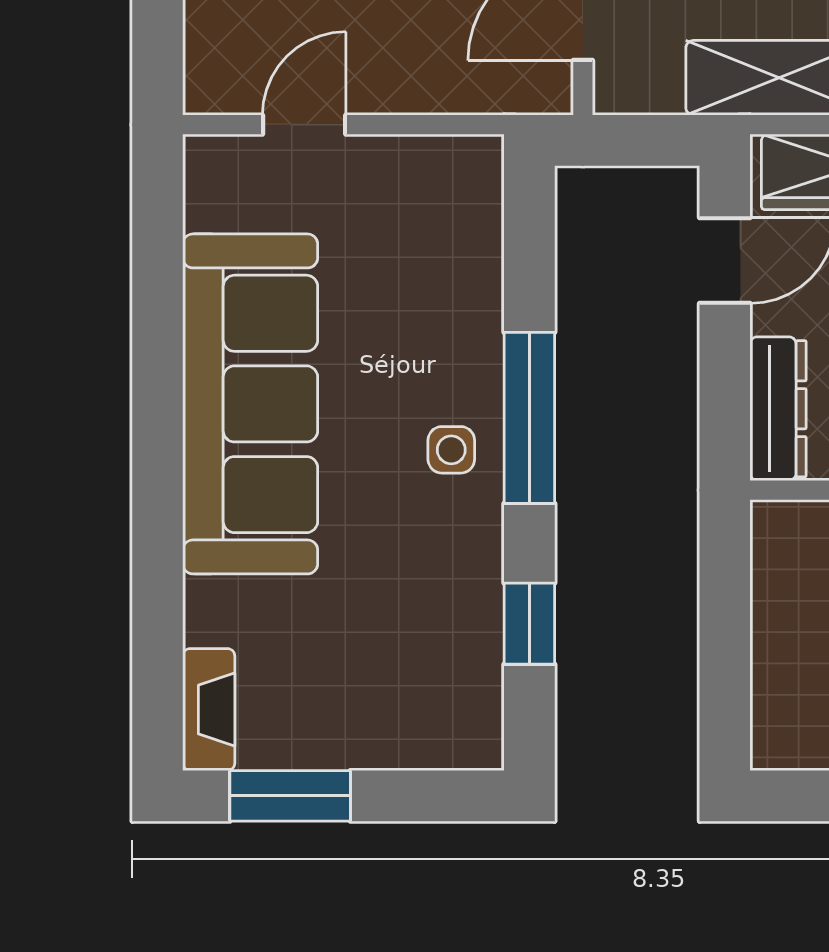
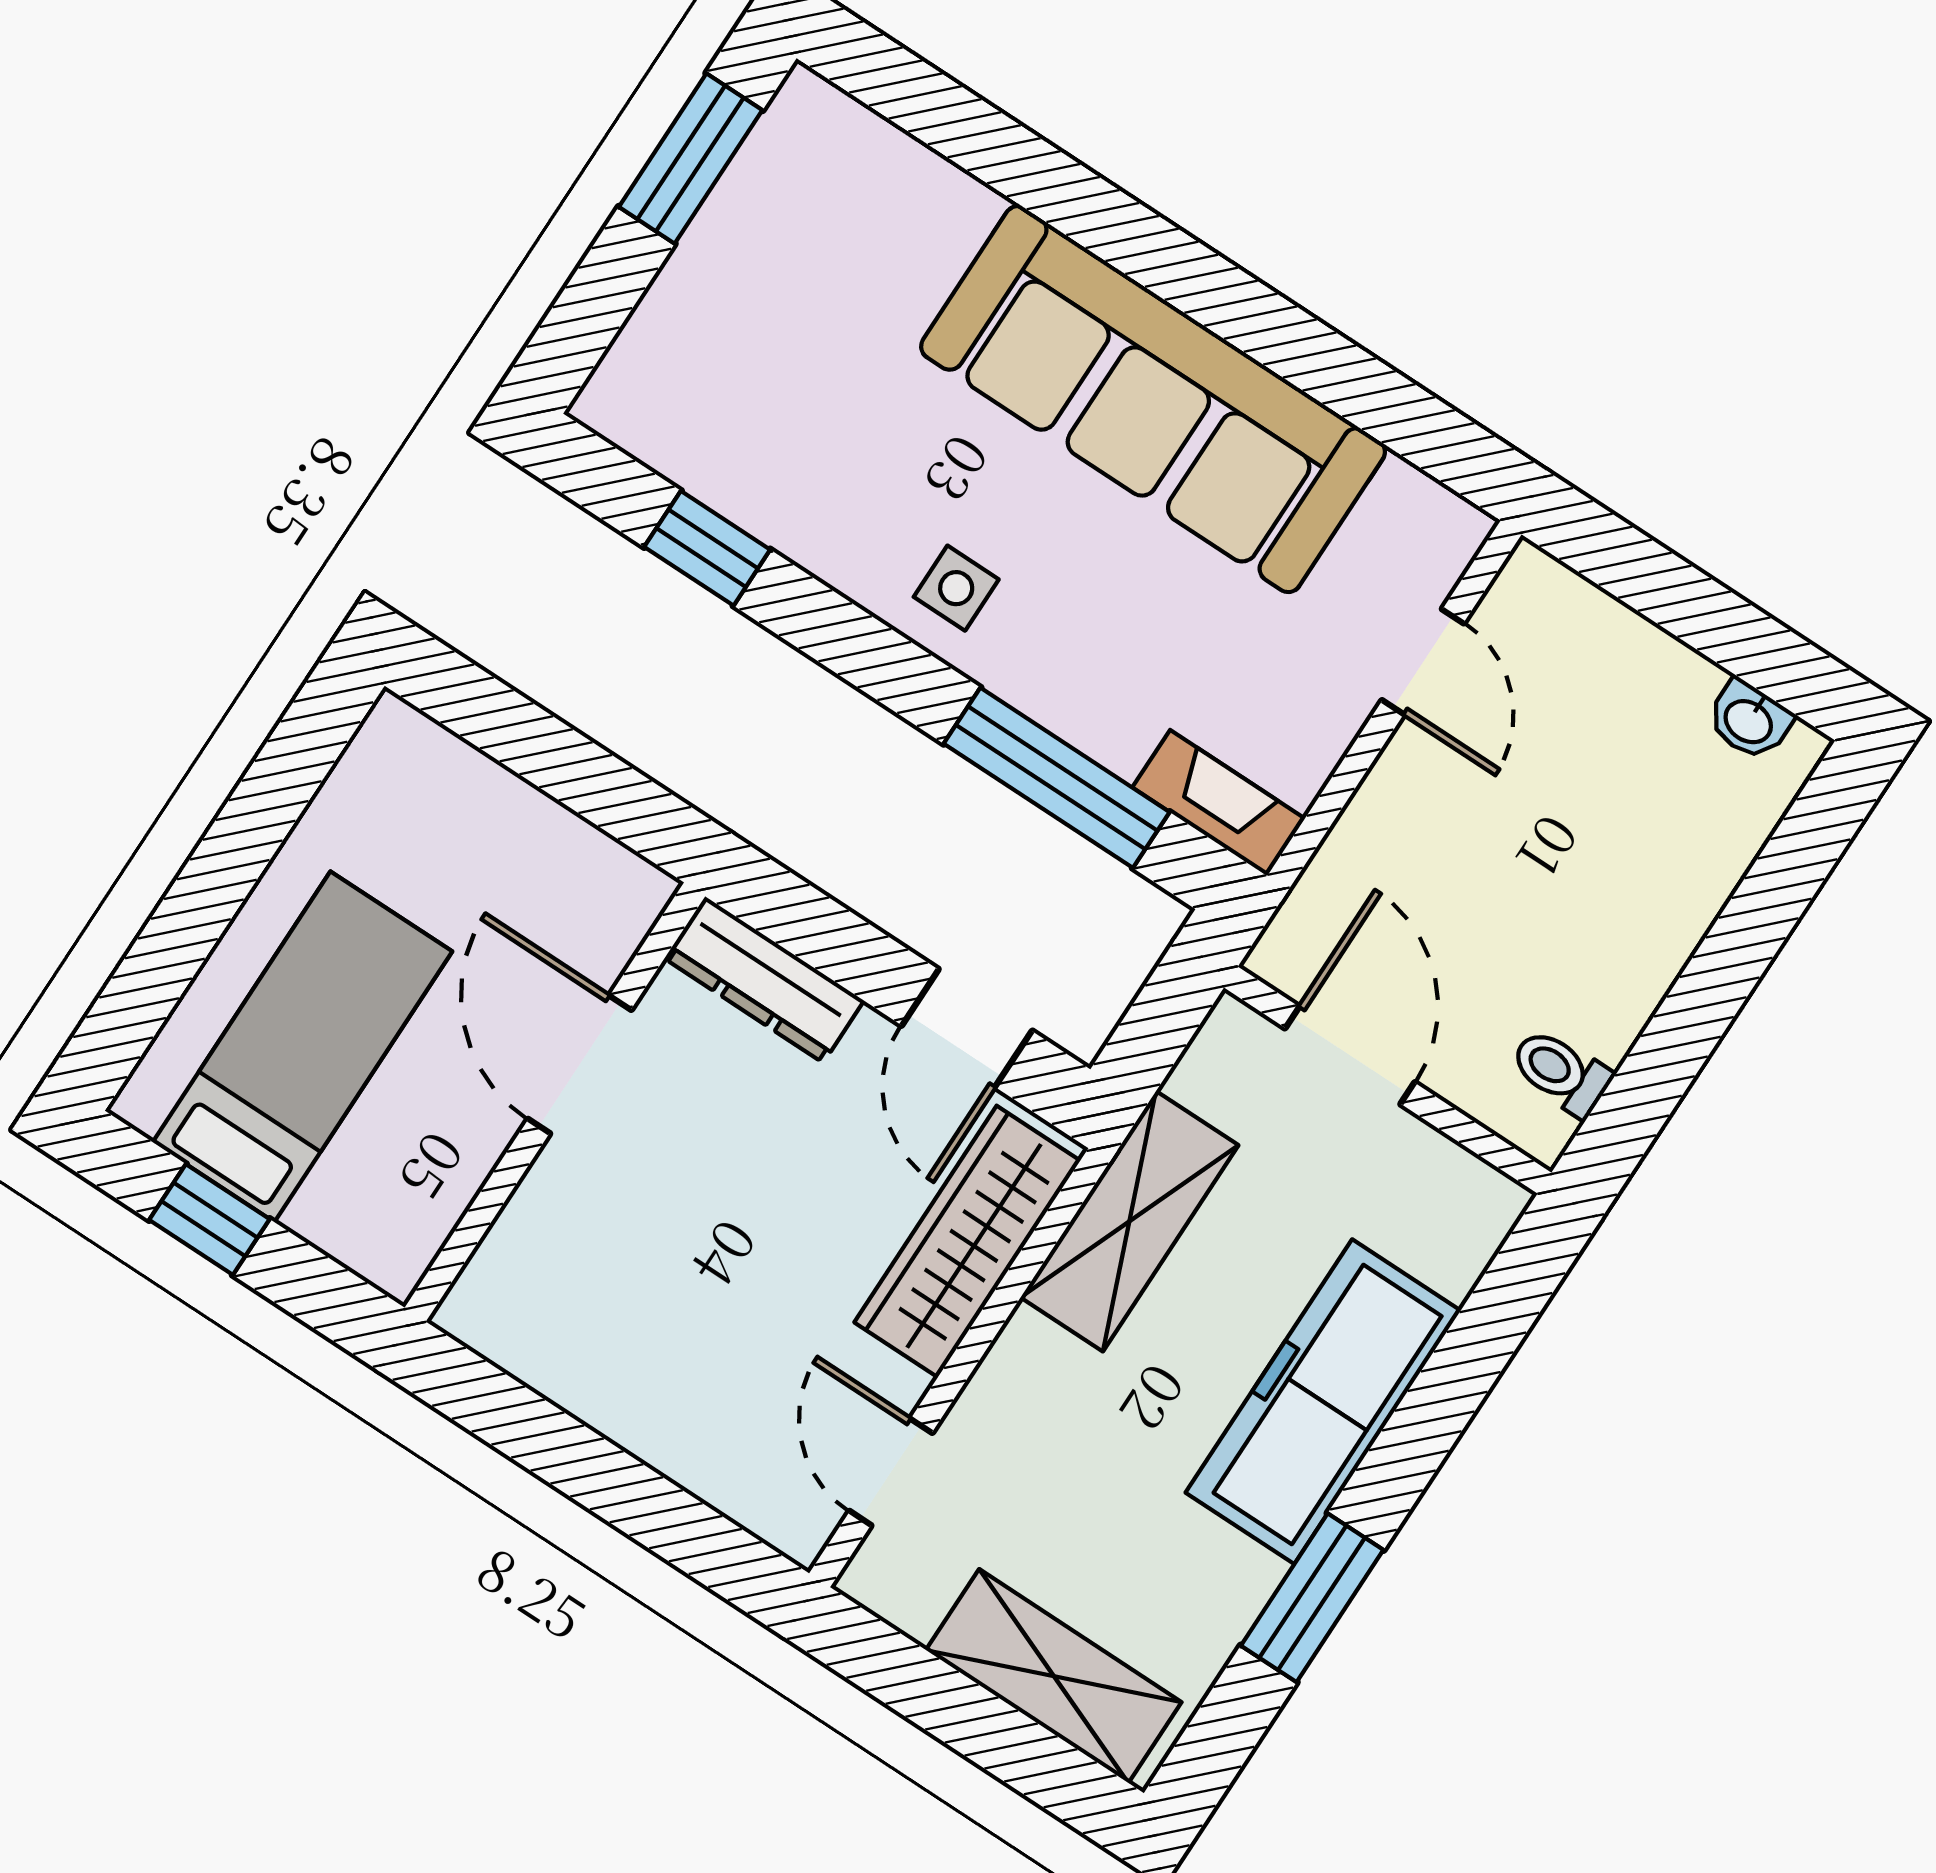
window: (529, 418) -> (1057, 778), moved
fireplace: (209, 710) -> (1219, 803), moved, turned 180

